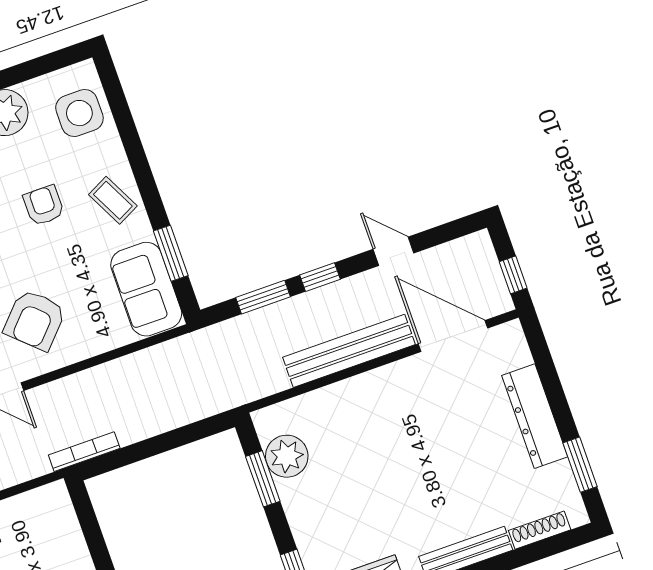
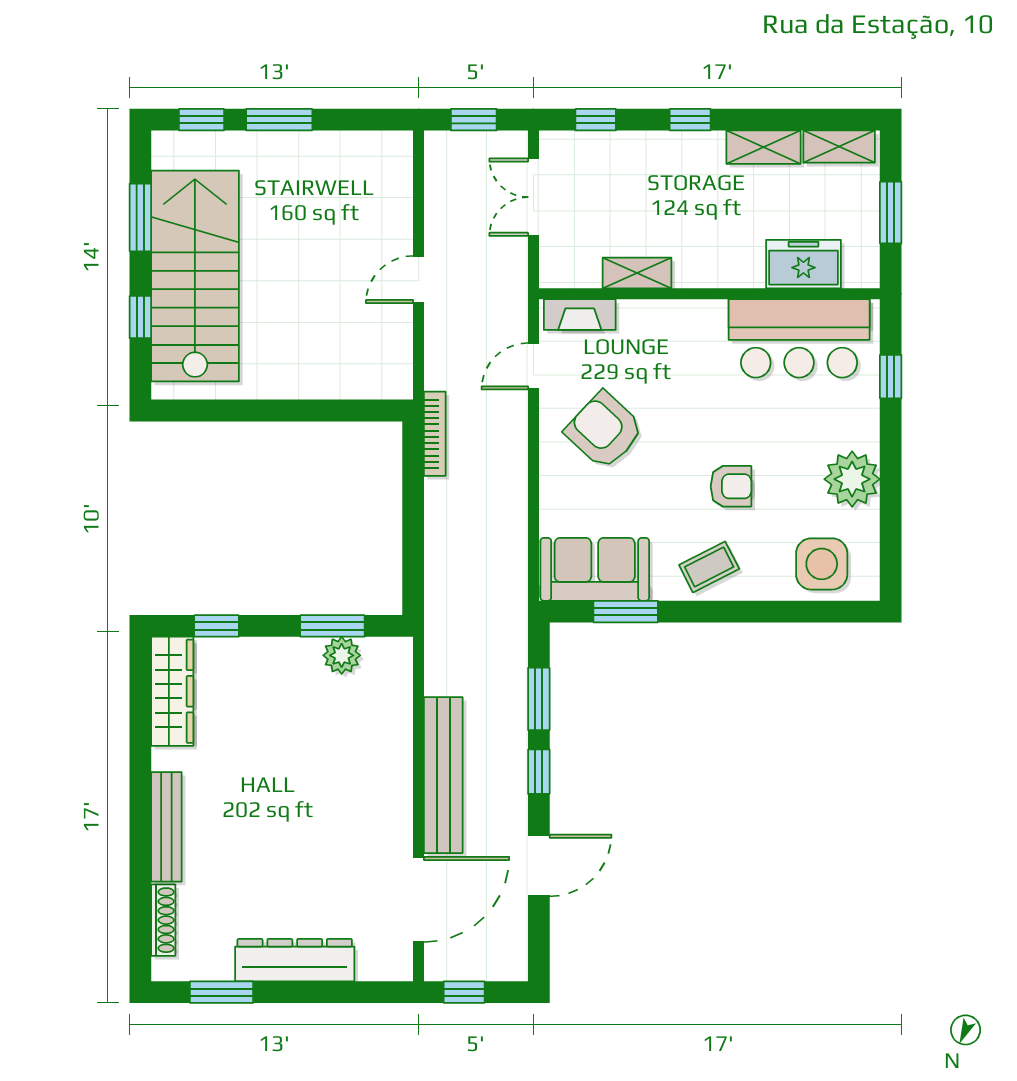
door: (393, 251) -> (539, 865), width x1.38
plant: (287, 456) -> (342, 655), width x0.73, depth x0.73

